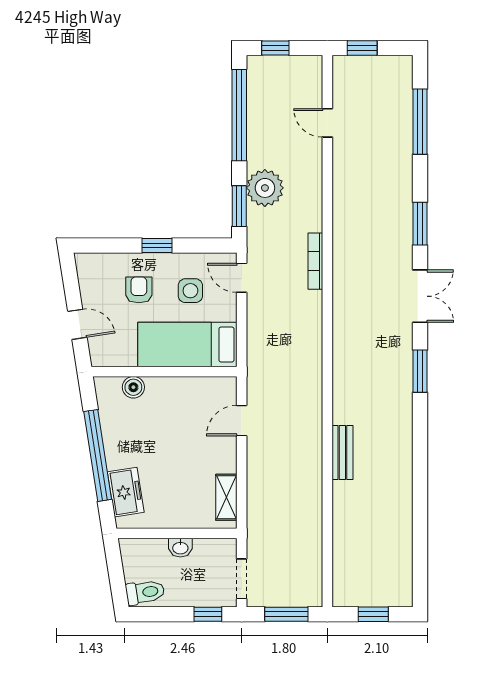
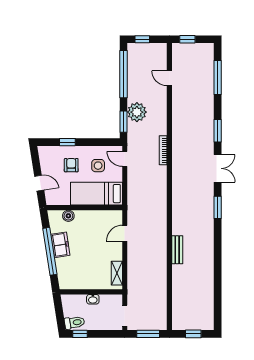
window: (157, 245) -> (67, 142), moved
freezer: (126, 492) -> (60, 245), moved
window: (208, 614) -> (80, 334), moved

